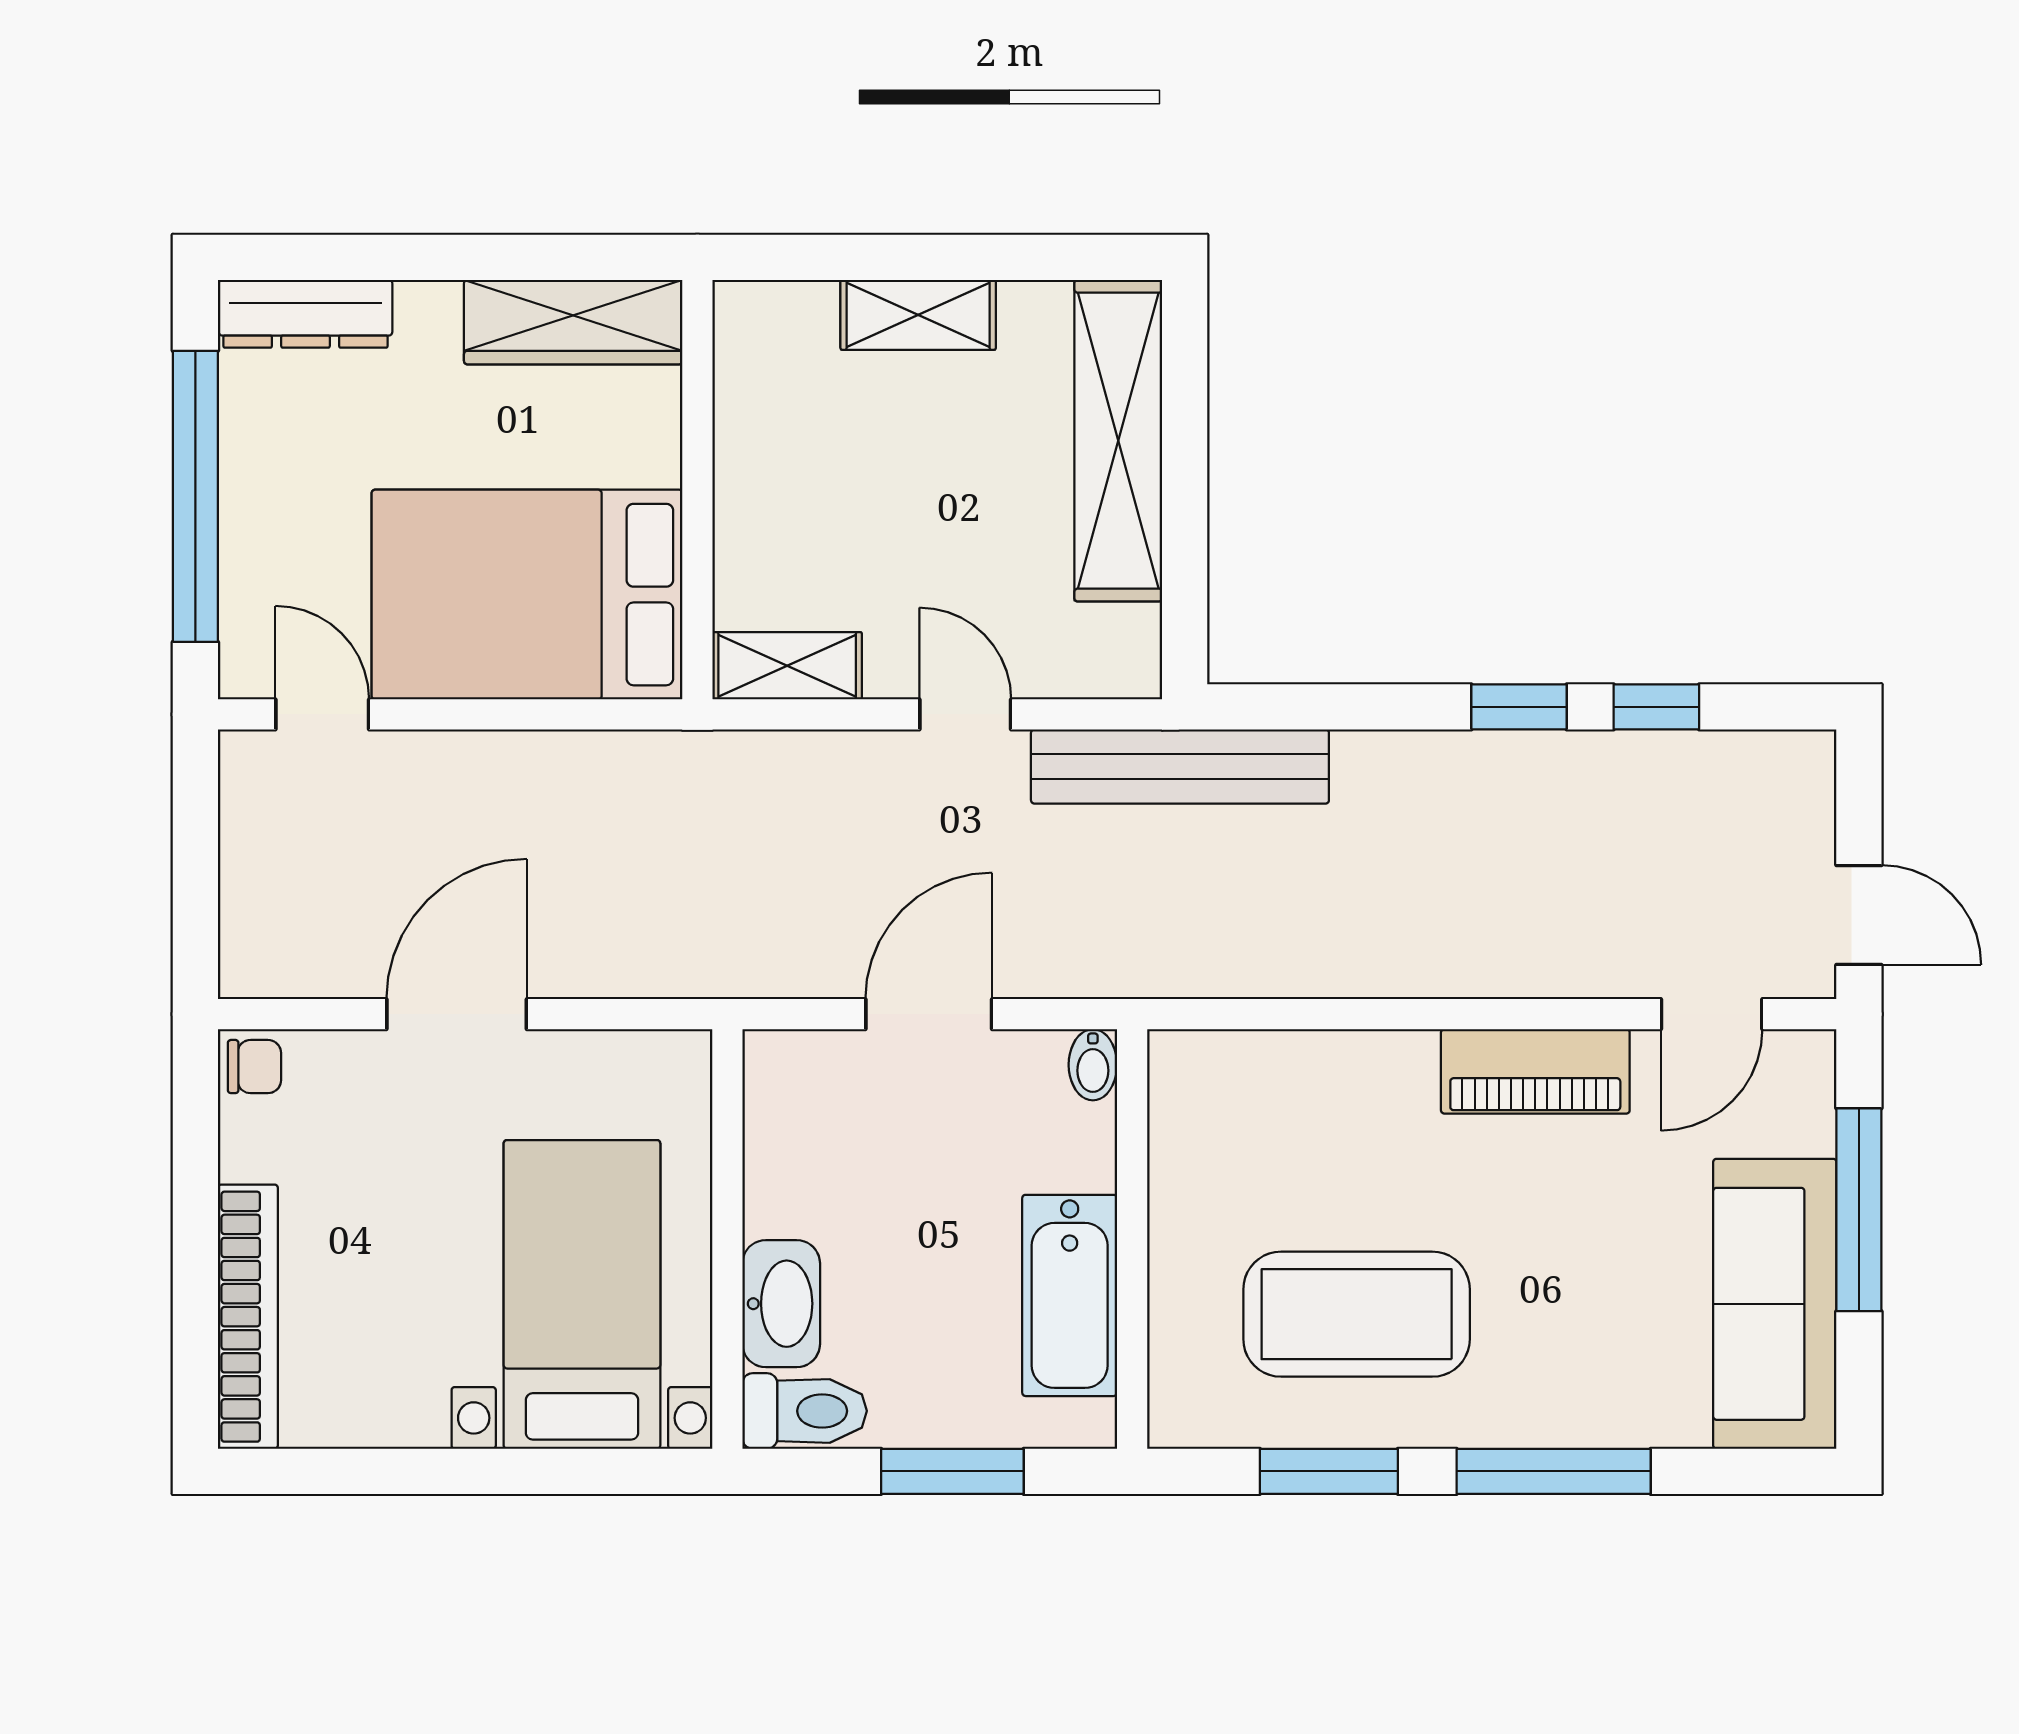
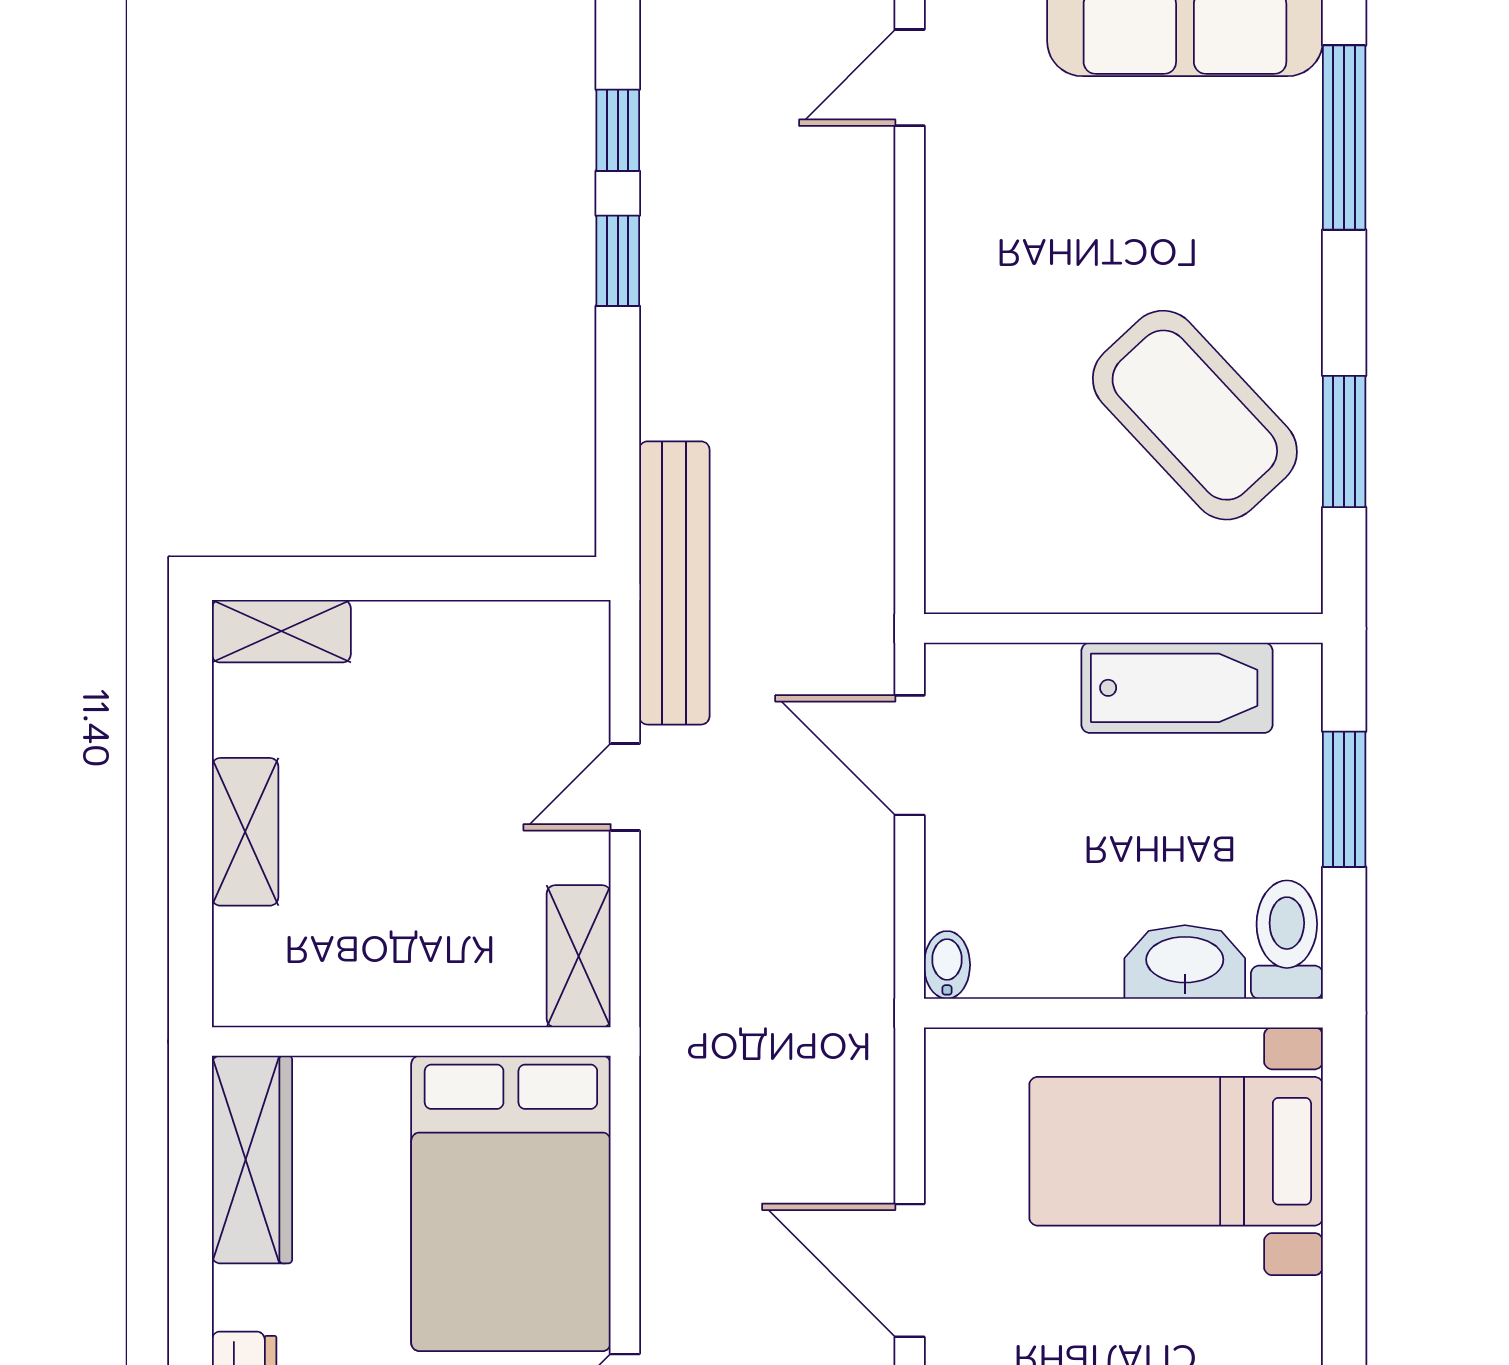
shelving: (1118, 441) -> (281, 631), width x0.45, depth x0.75
door: (929, 1014) -> (910, 755), moved
door: (1712, 1014) -> (910, 78), swing flipped
bidet: (1093, 1065) -> (947, 965), moved, turned -90
piano: (1535, 1071) -> (964, 245), removed
coffee table: (1357, 1314) -> (1195, 415), turned -43
window: (1554, 1471) -> (1344, 137), moved

